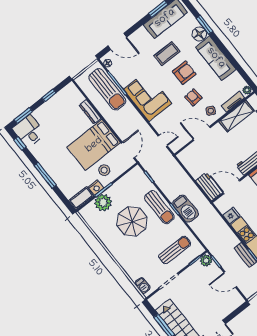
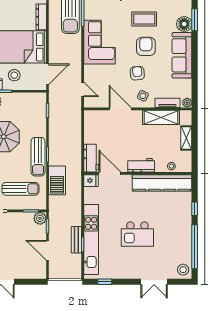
armchair: (184, 73) -> (146, 46), turned -90
sun lounger: (159, 207) -> (38, 157), moved
barbecue: (186, 209) -> (57, 180), moved
fridge: (231, 215) -> (91, 181), moved

